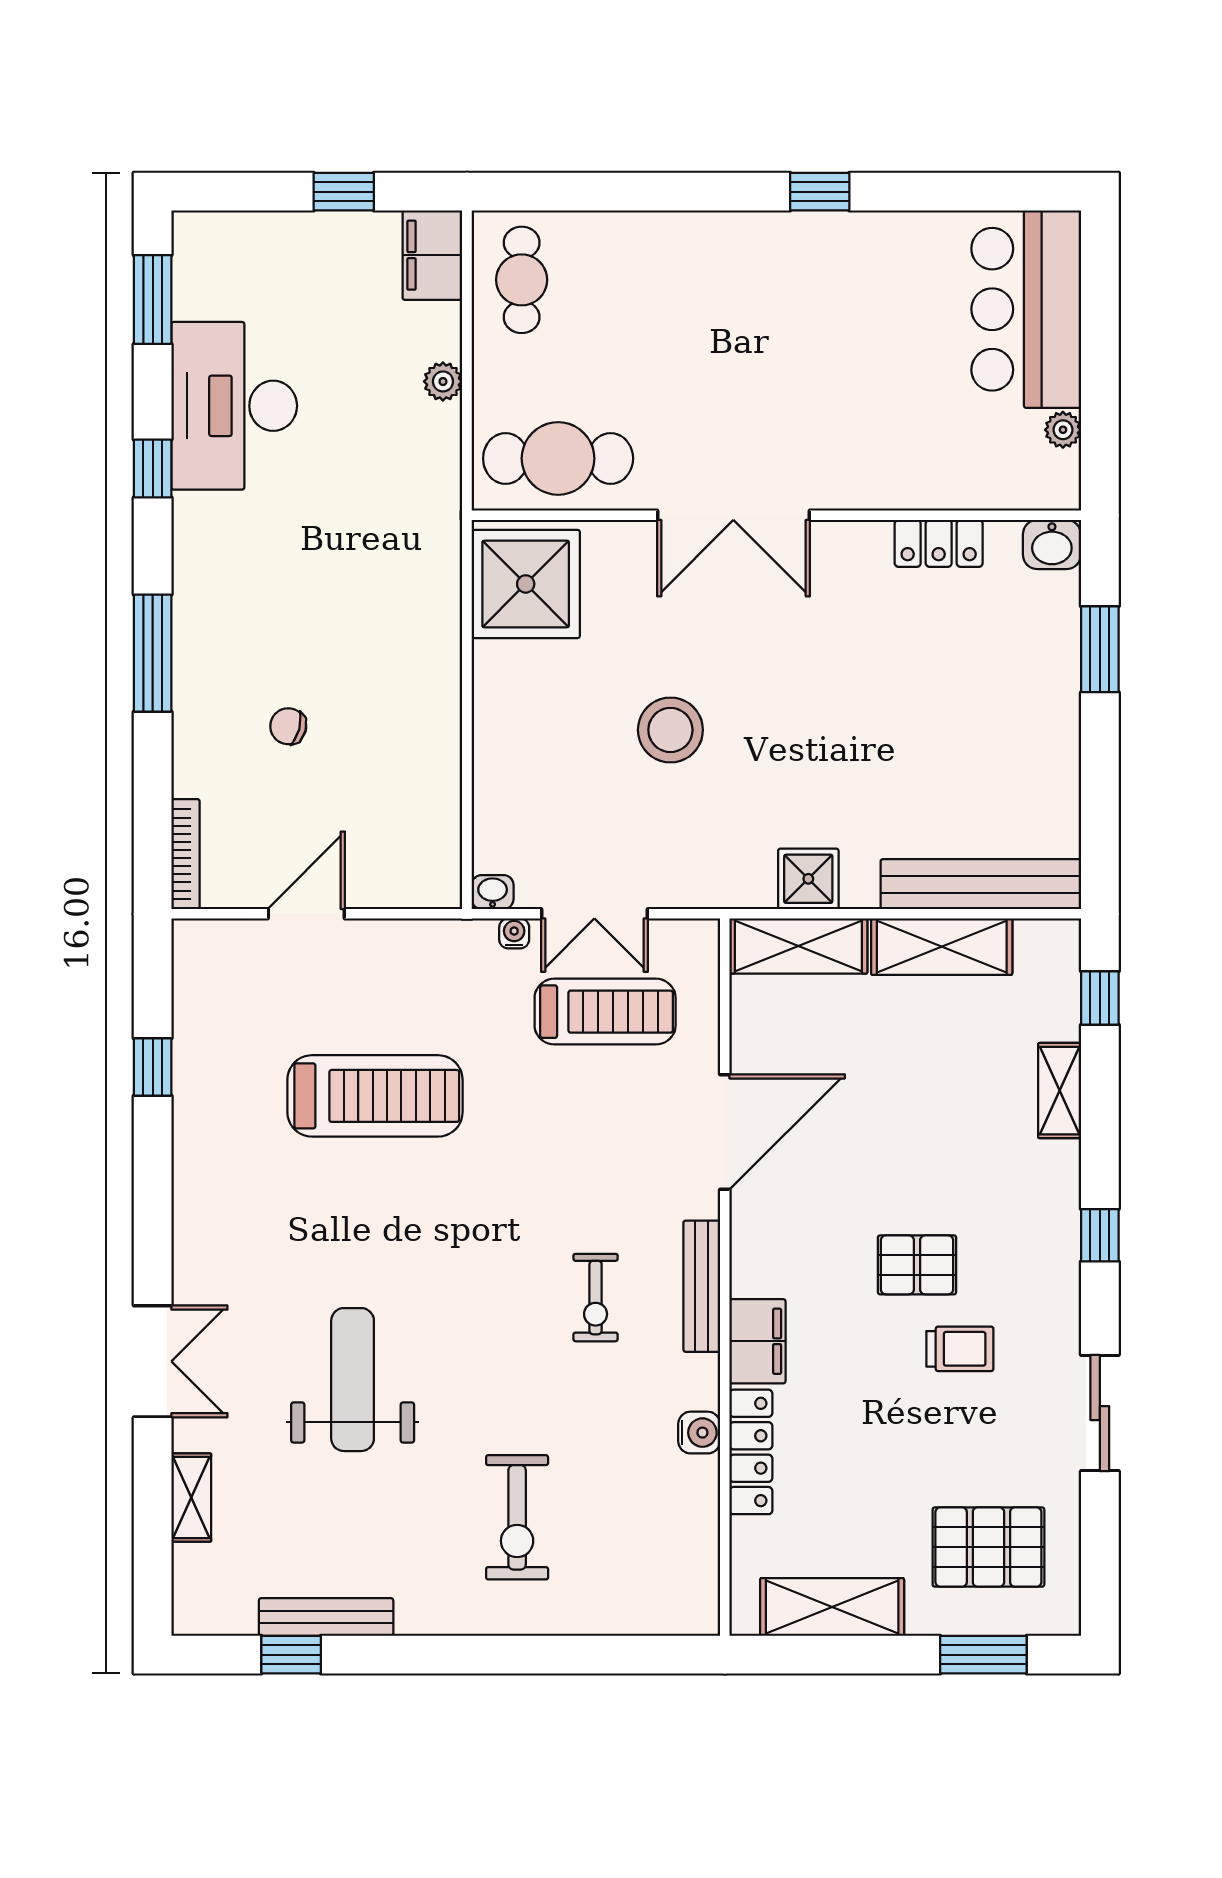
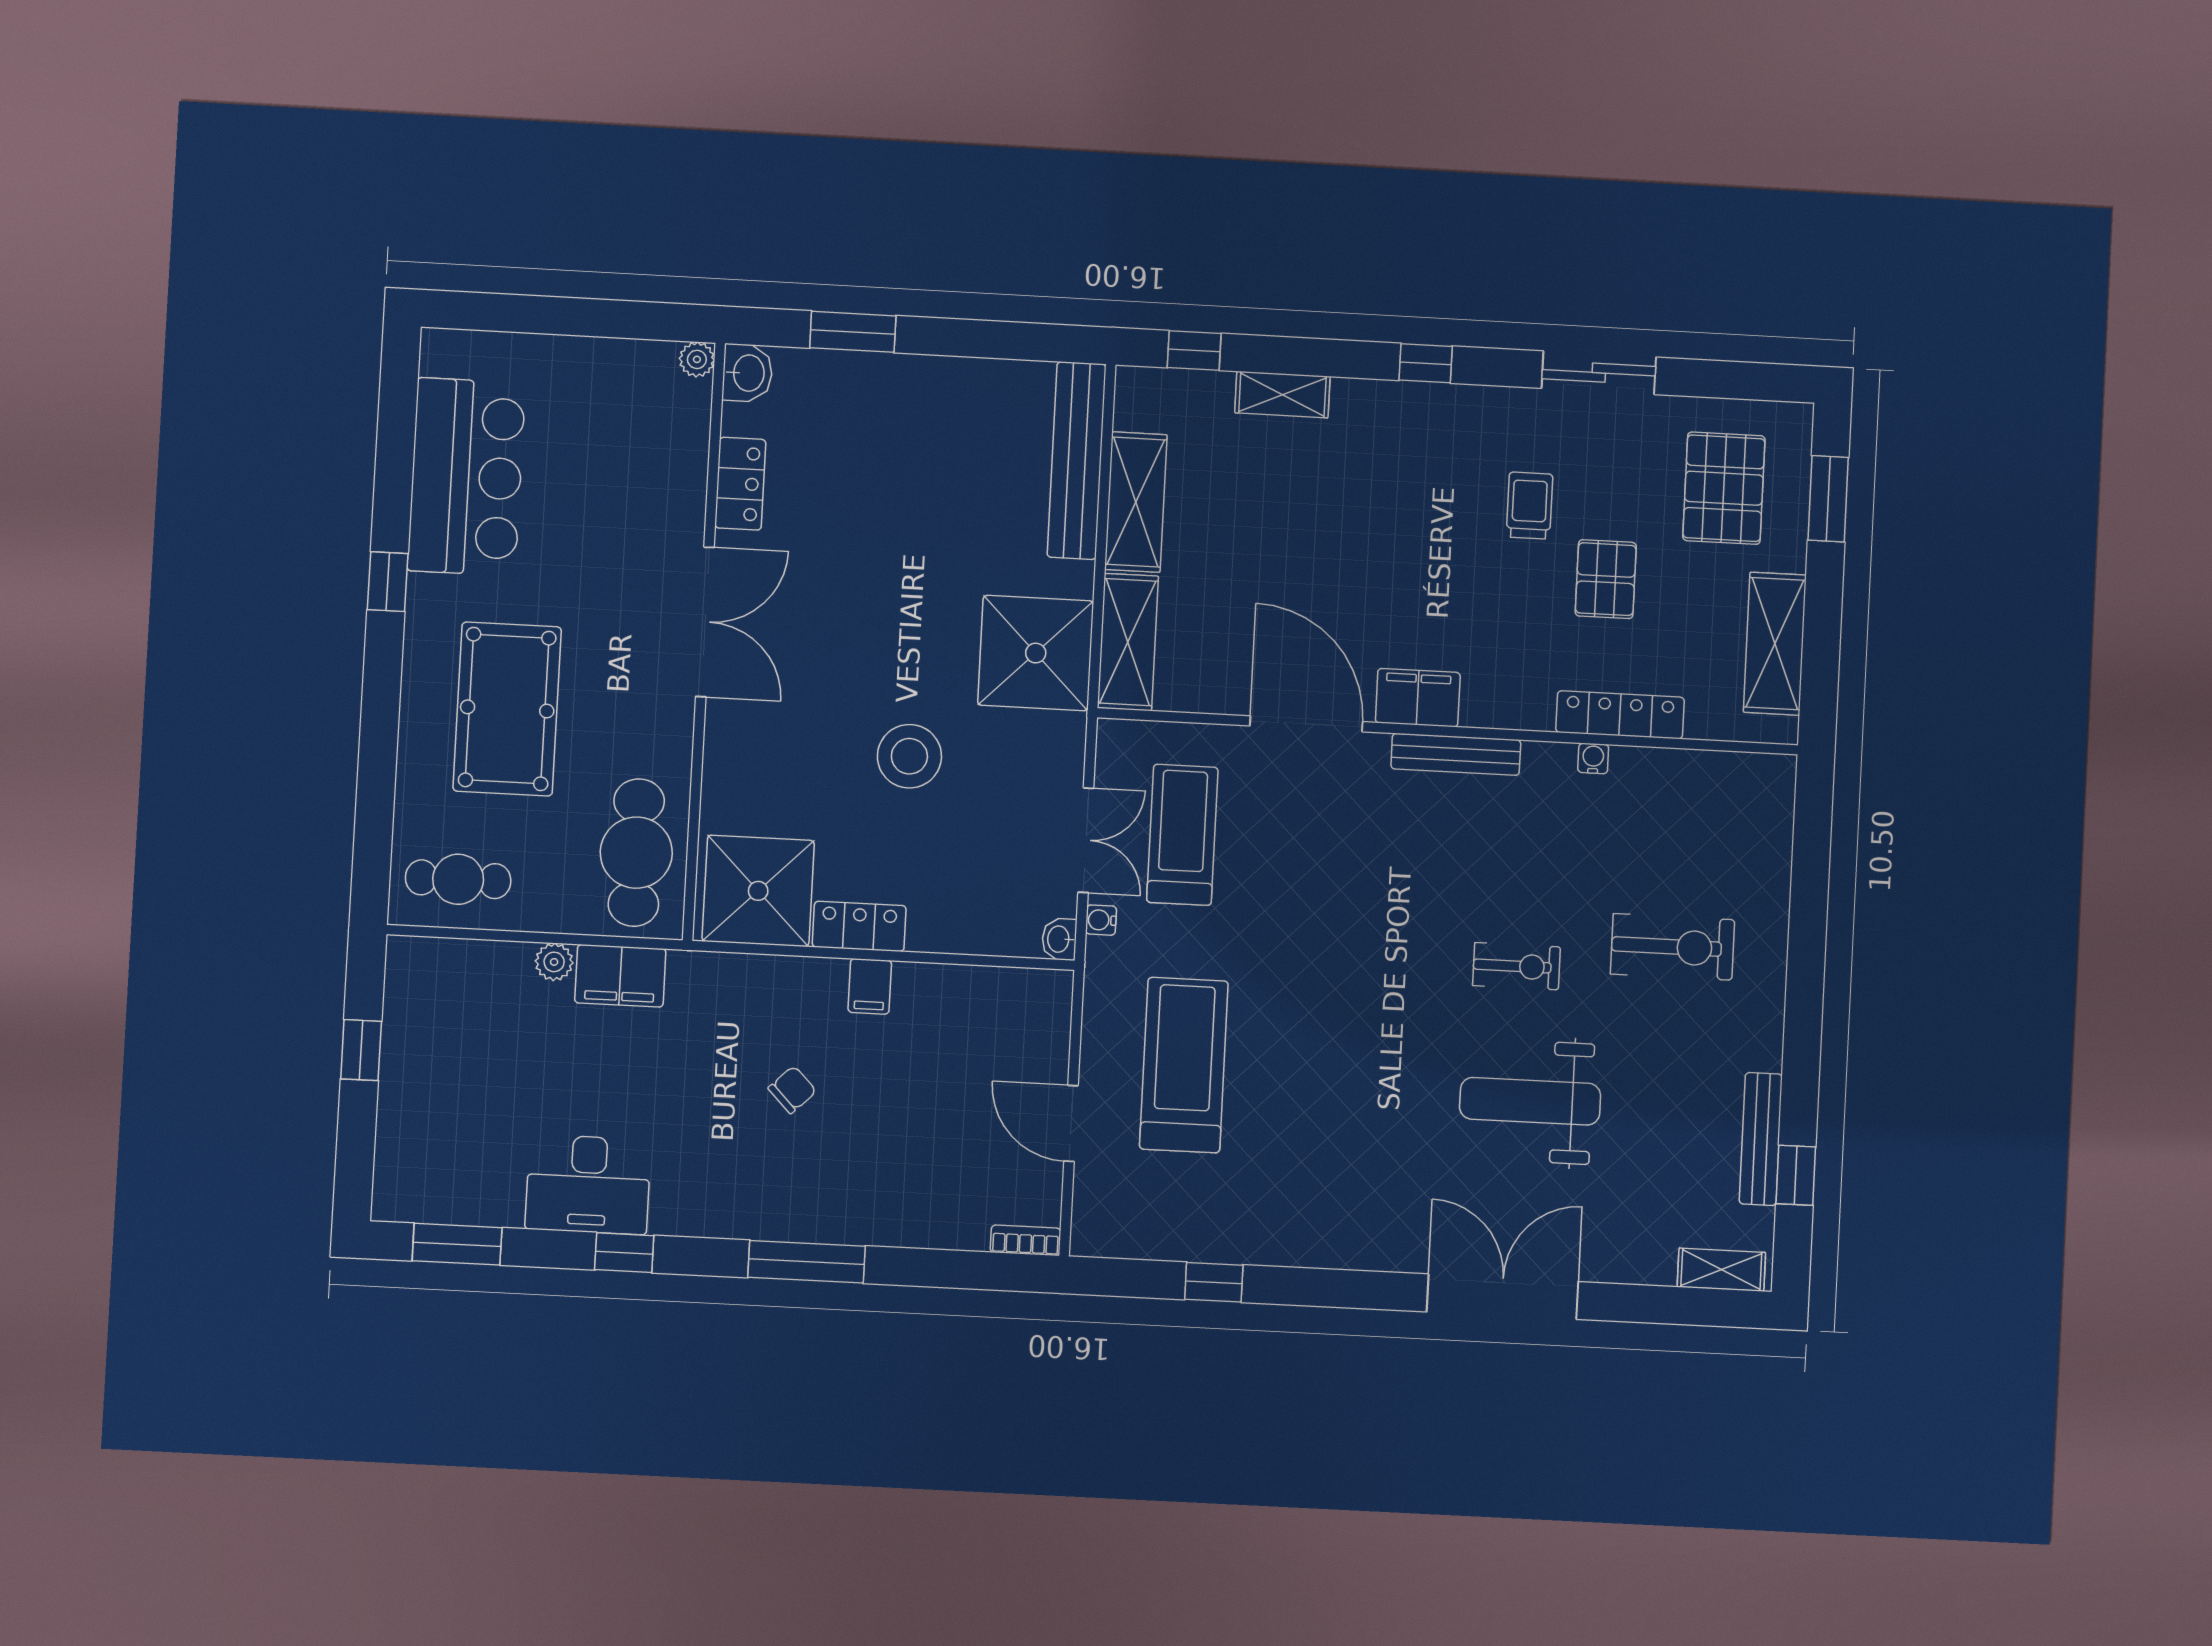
filing cabinet: (432, 255) -> (620, 976), moved
bar counter: (1026, 309) -> (466, 477), moved, turned -90
pool table: (697, 320) -> (507, 709), added
desk: (234, 406) -> (588, 1184), width x0.73, depth x0.77
plant: (1063, 430) -> (697, 359), moved
double door: (733, 515) -> (705, 622), moved
locker: (495, 688) -> (859, 926), added
filing cabinet: (435, 702) -> (870, 986), added
chair: (288, 726) -> (792, 1090), moved, turned -149
bookcase: (186, 854) -> (1026, 1240), width x0.64
shower: (808, 879) -> (1036, 653), width x1.86, depth x1.86
treadmill: (375, 1096) -> (1184, 1065), moved
pallet: (917, 1265) -> (1606, 579), moved
exercise bike: (596, 1298) -> (1517, 966), moved
filing cabinet: (757, 1341) -> (1418, 698), moved
double door: (153, 1361) -> (1502, 1297), width x1.37
water cooler: (699, 1433) -> (1593, 758), width x0.72, depth x0.72
shelving: (191, 1498) -> (1721, 1270), moved

